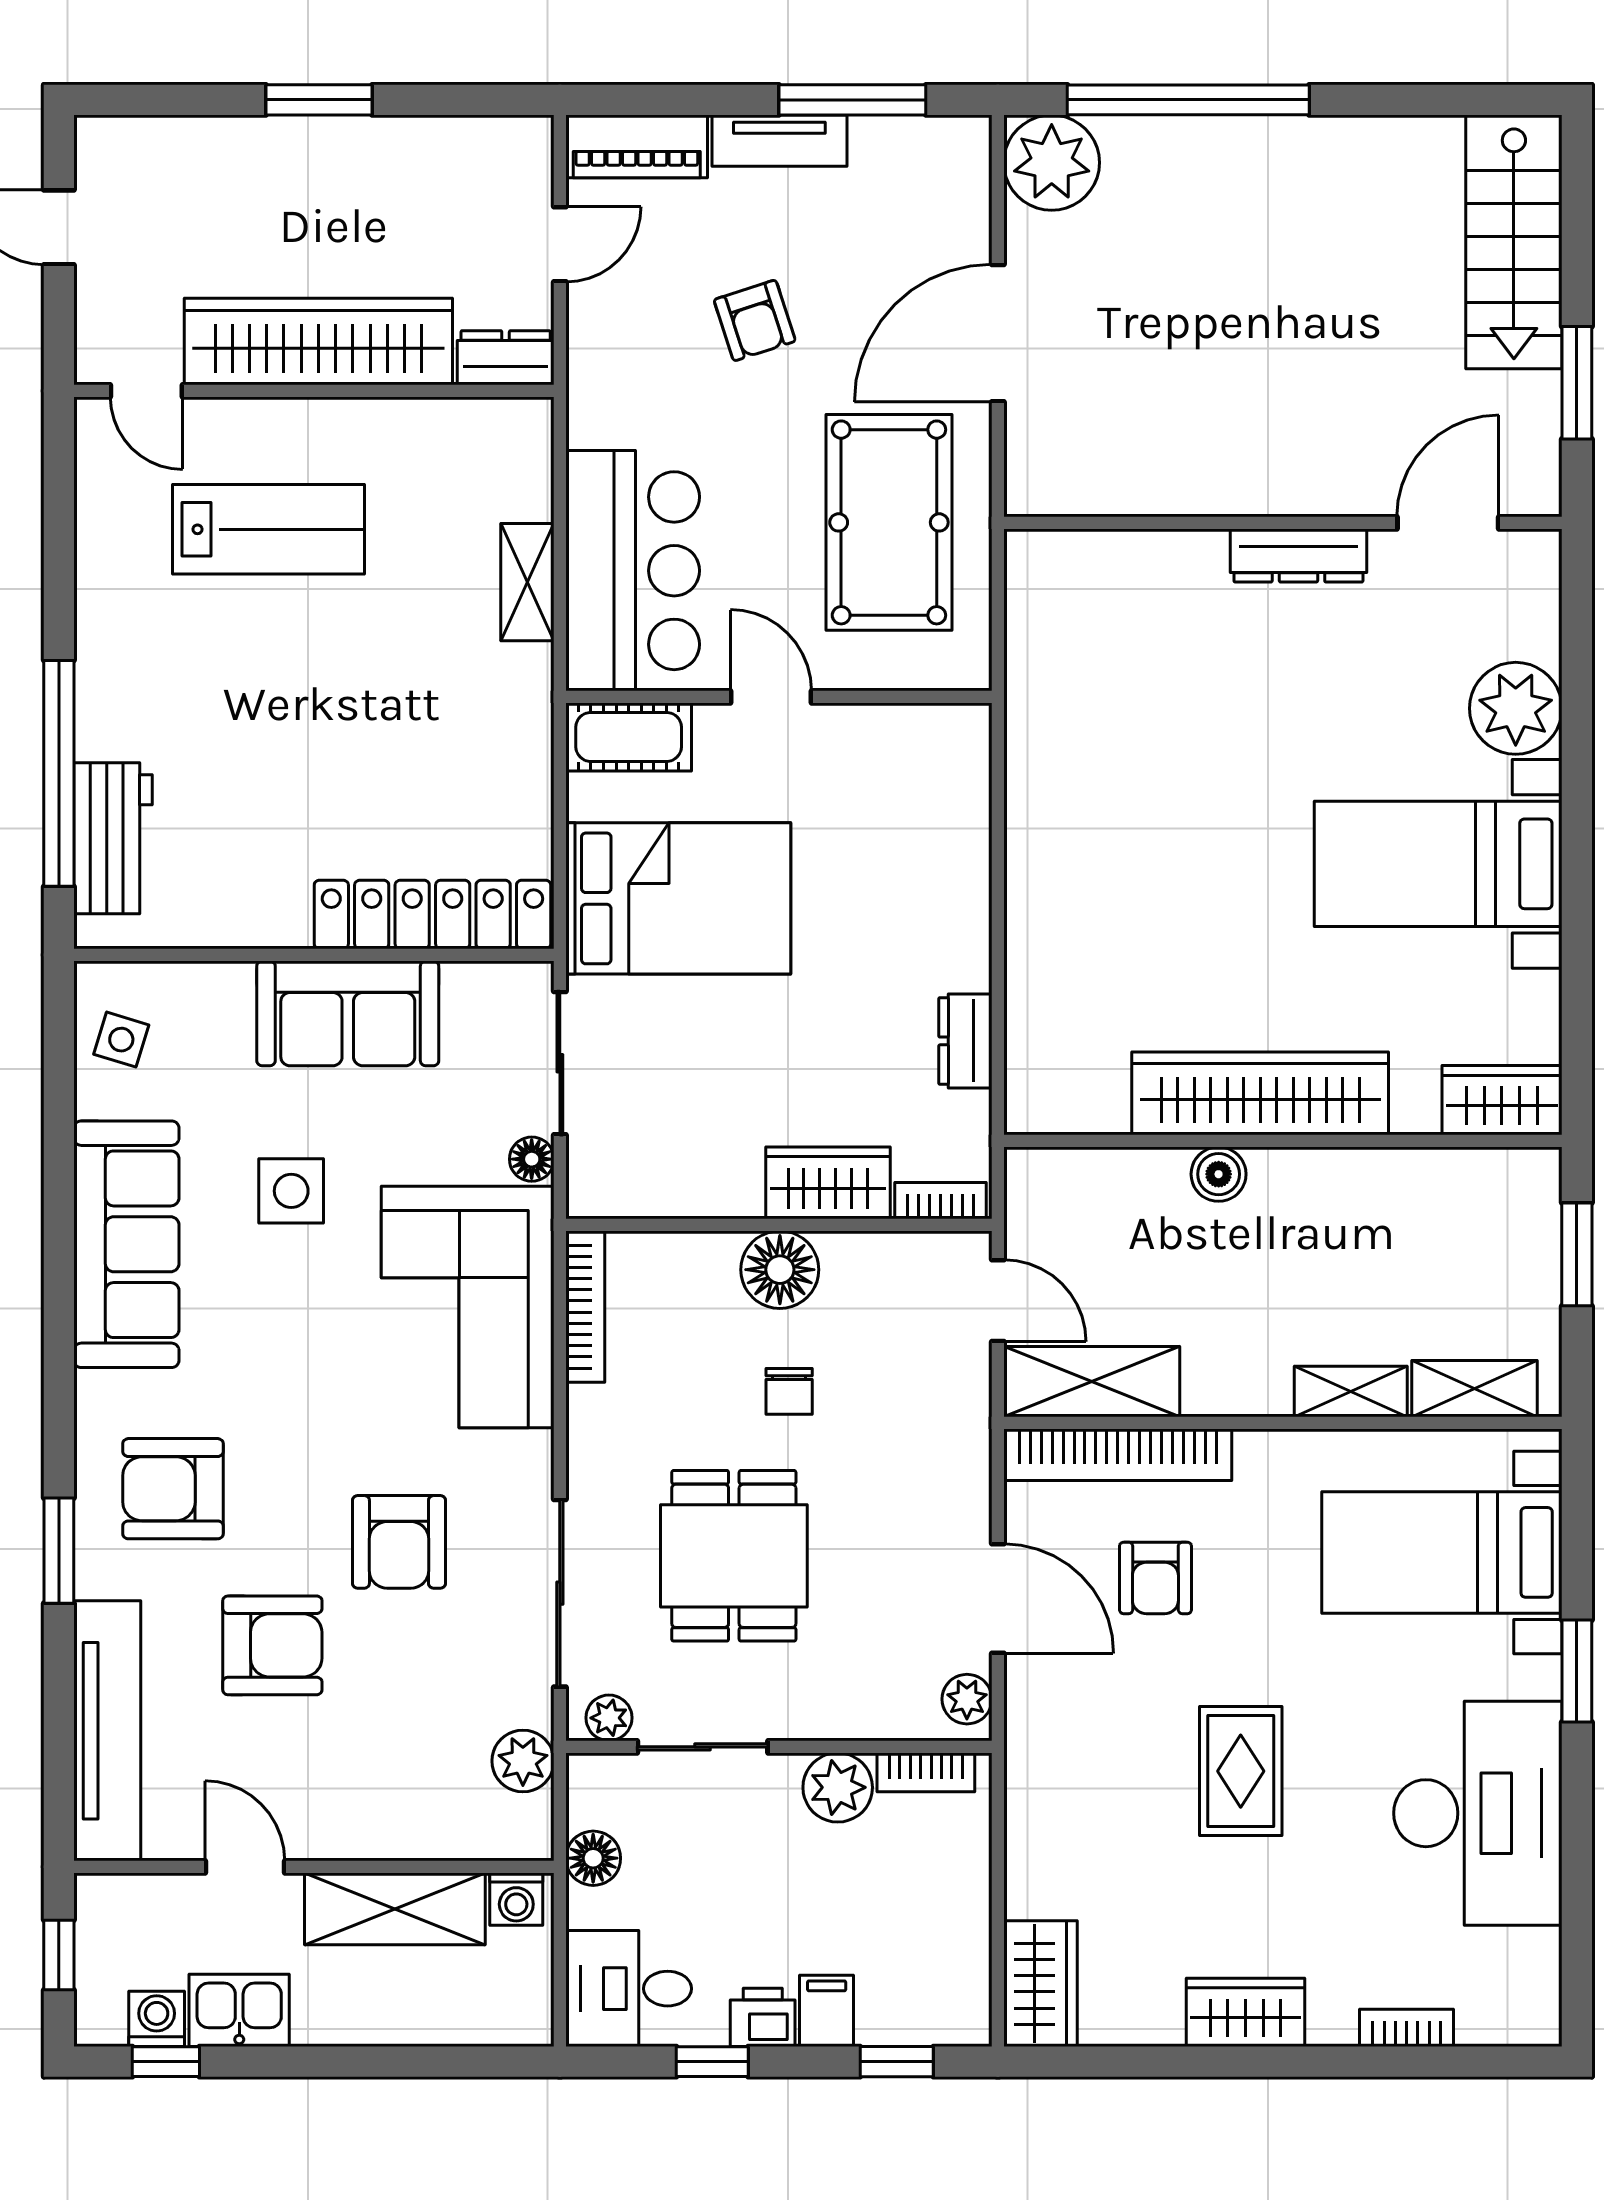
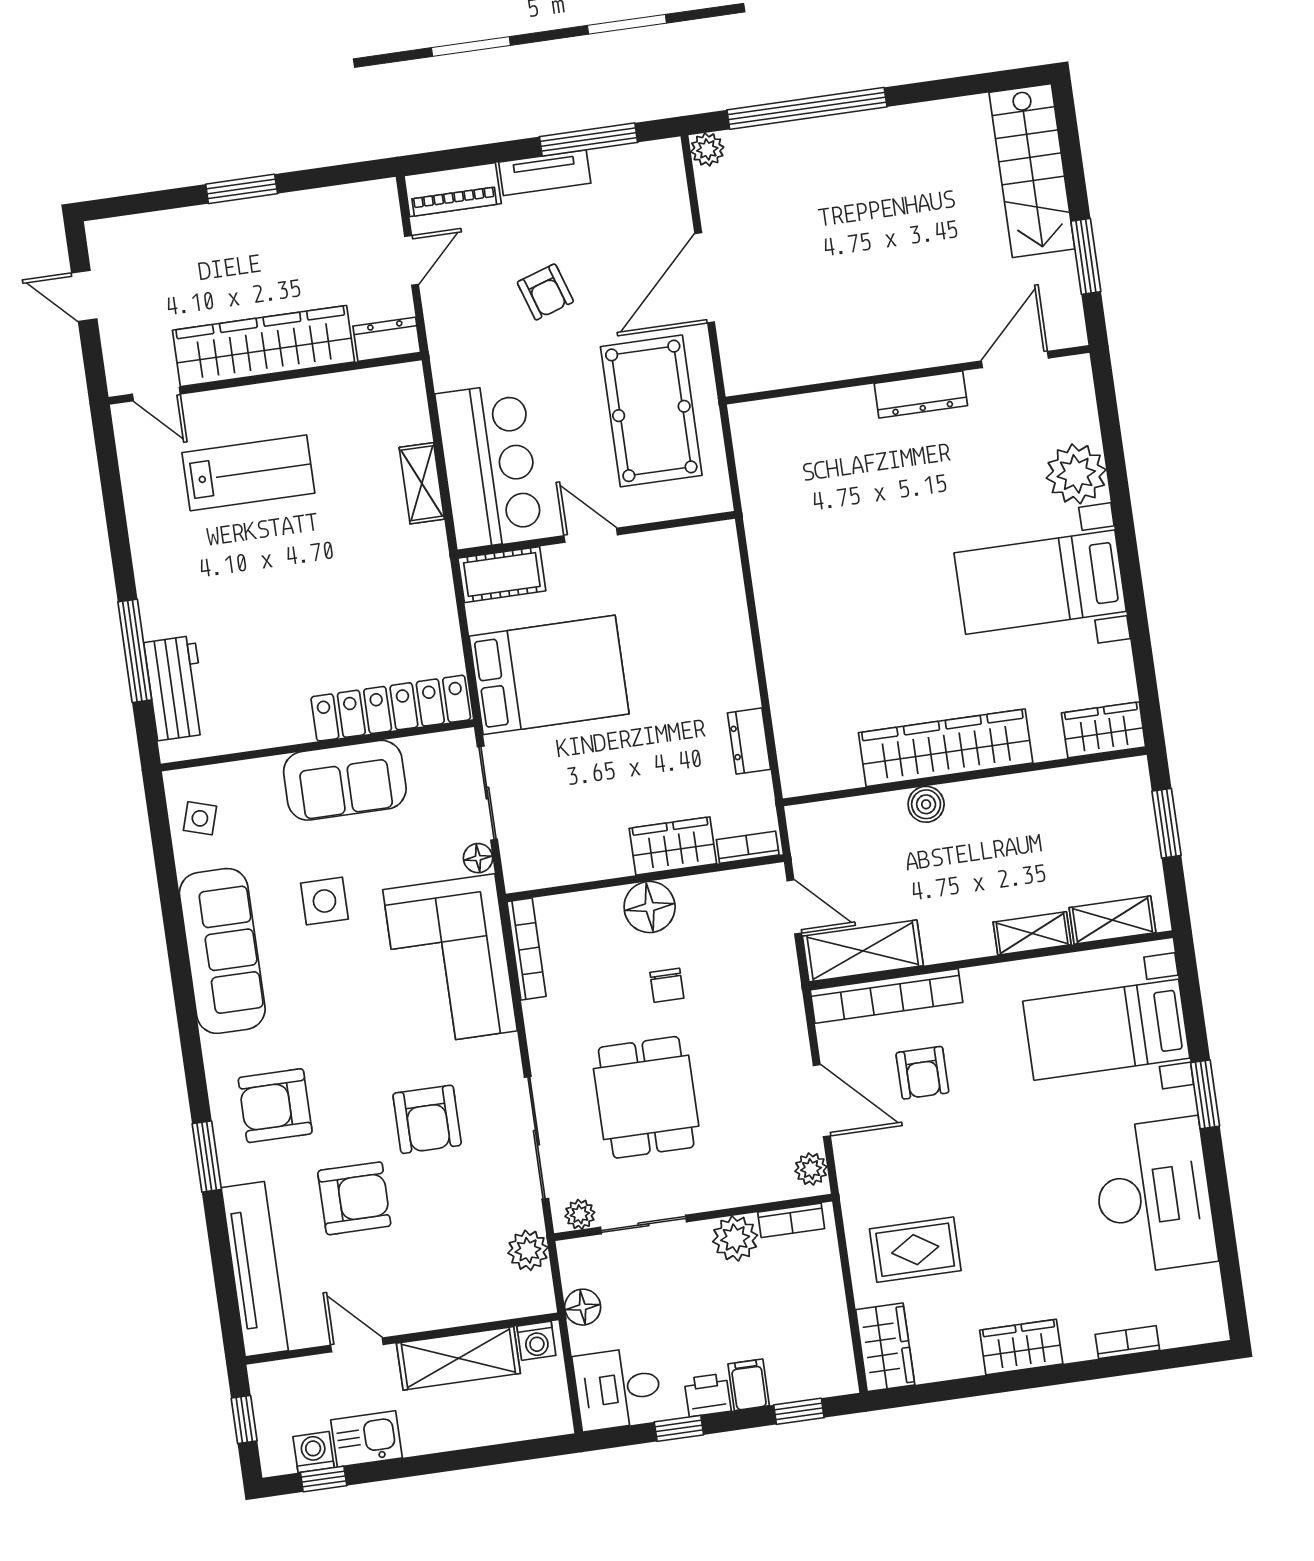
plant: (1052, 163) -> (707, 149), width x0.53, depth x0.53
window: (59, 773) -> (135, 651), width x0.68
rug: (1241, 1771) -> (915, 1250), moved, turned 90

